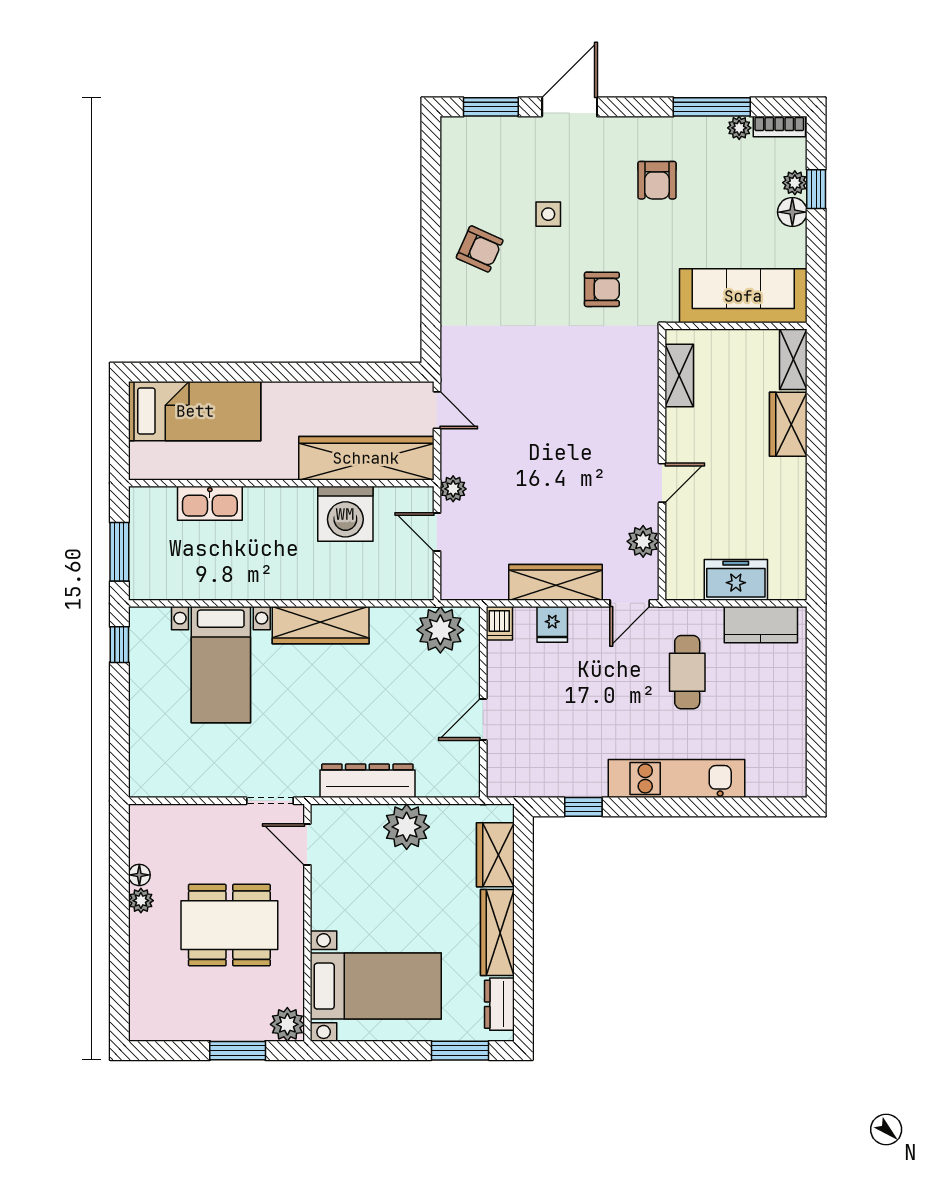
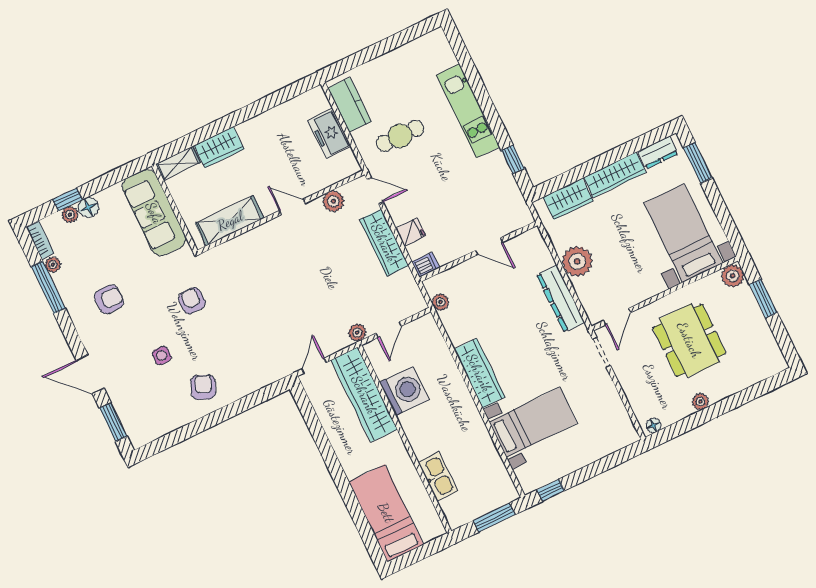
shelving: (679, 375) -> (230, 221), width x1.50, depth x1.33
plant: (440, 630) -> (440, 302), width x0.53, depth x0.53
floor lamp: (139, 875) -> (654, 425), moved

